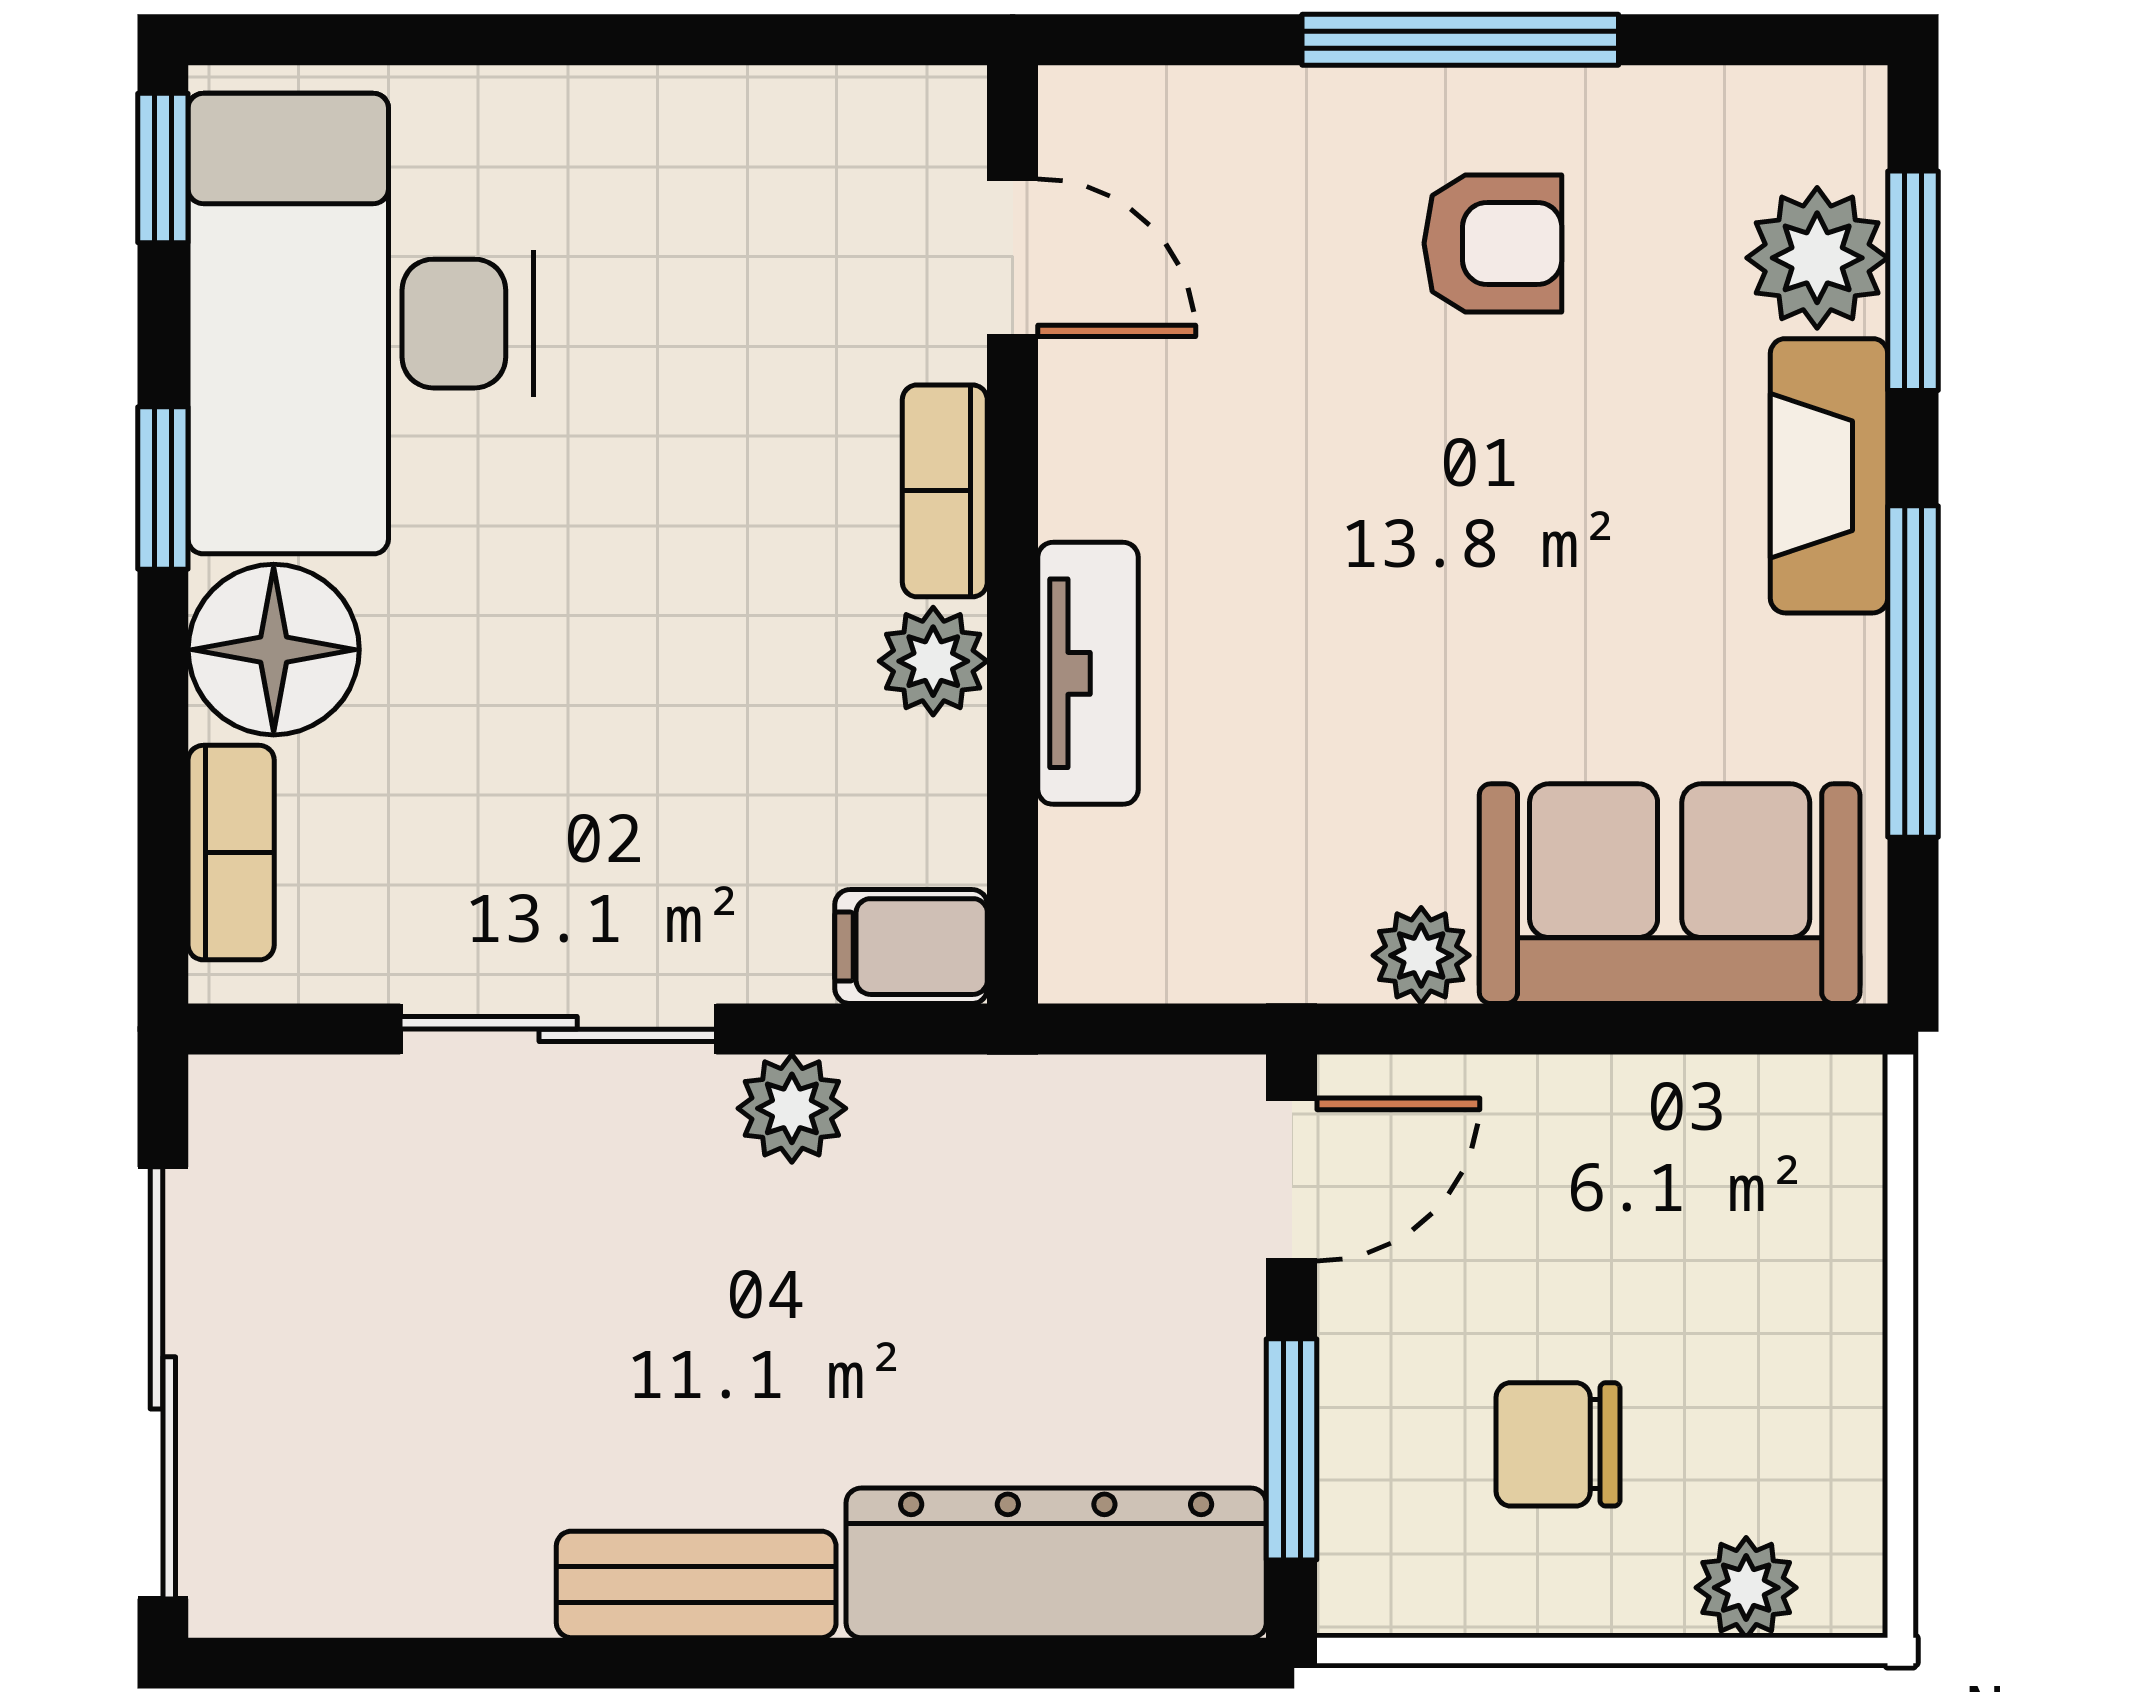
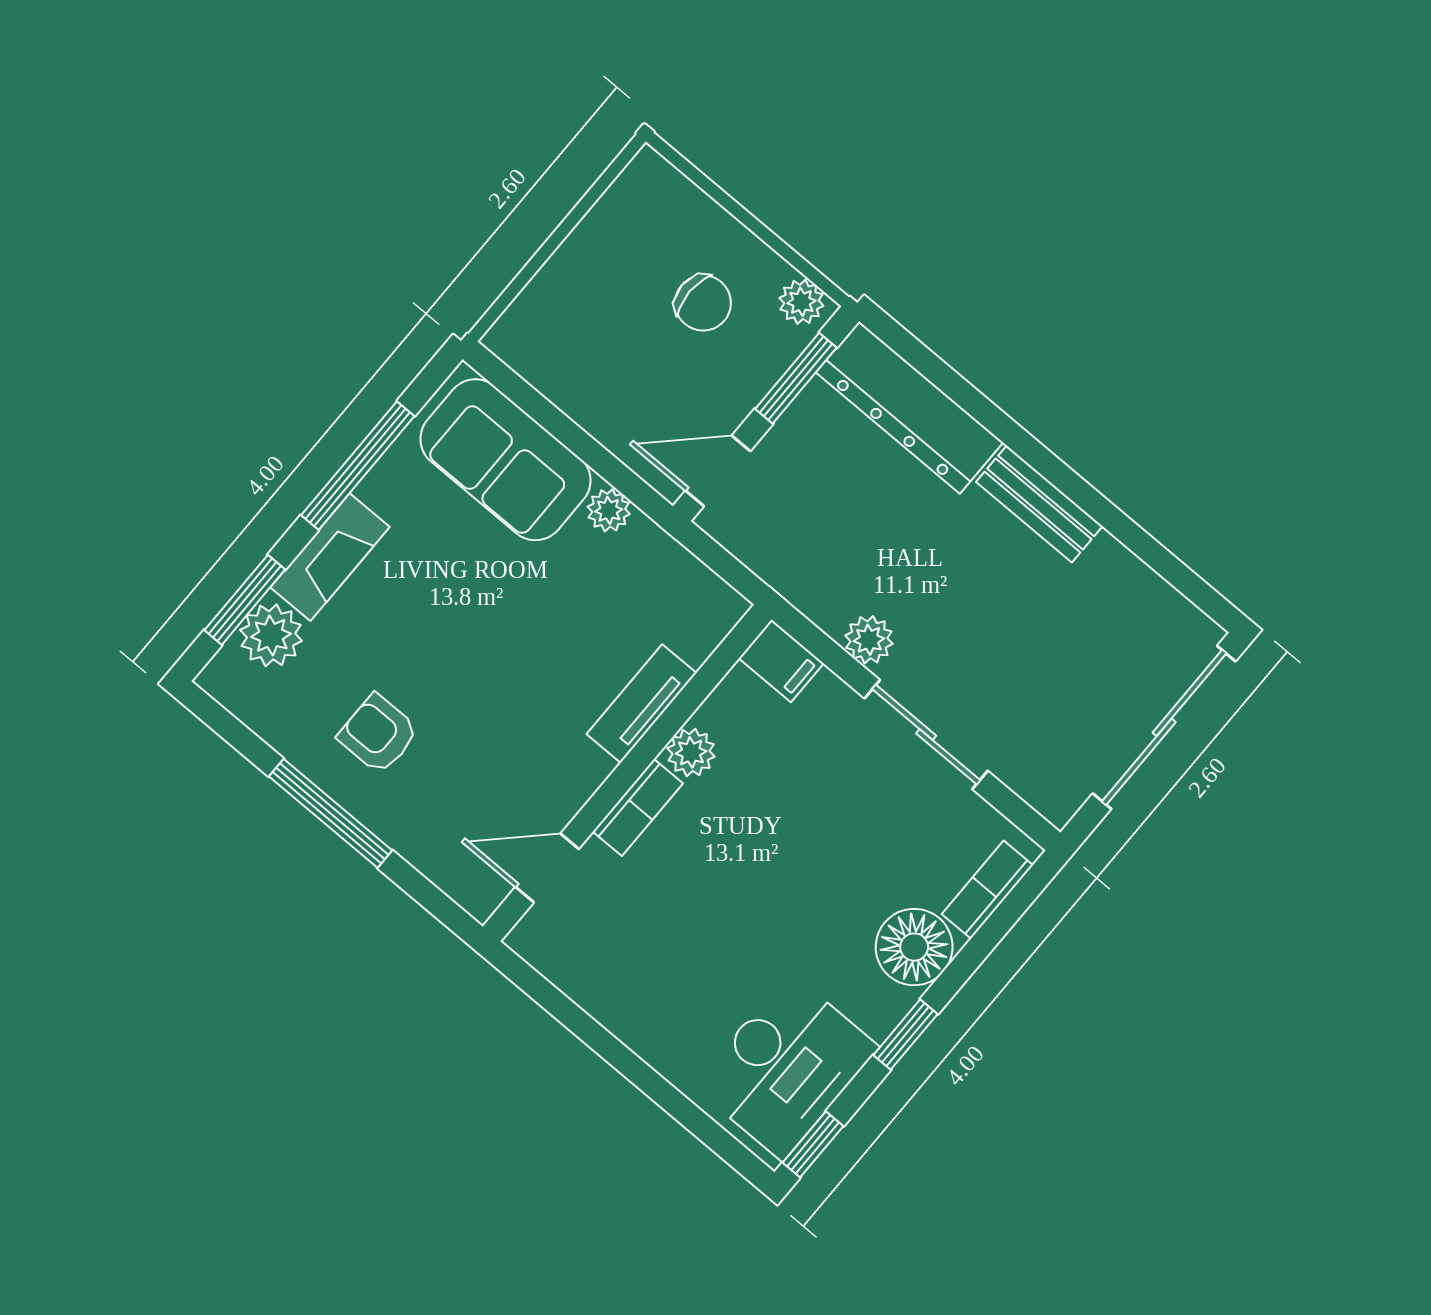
door: (1013, 258) -> (547, 868), hinge flipped
desk: (361, 324) -> (786, 1066), width x0.73, depth x0.77
plant: (1746, 1588) -> (801, 302), moved

